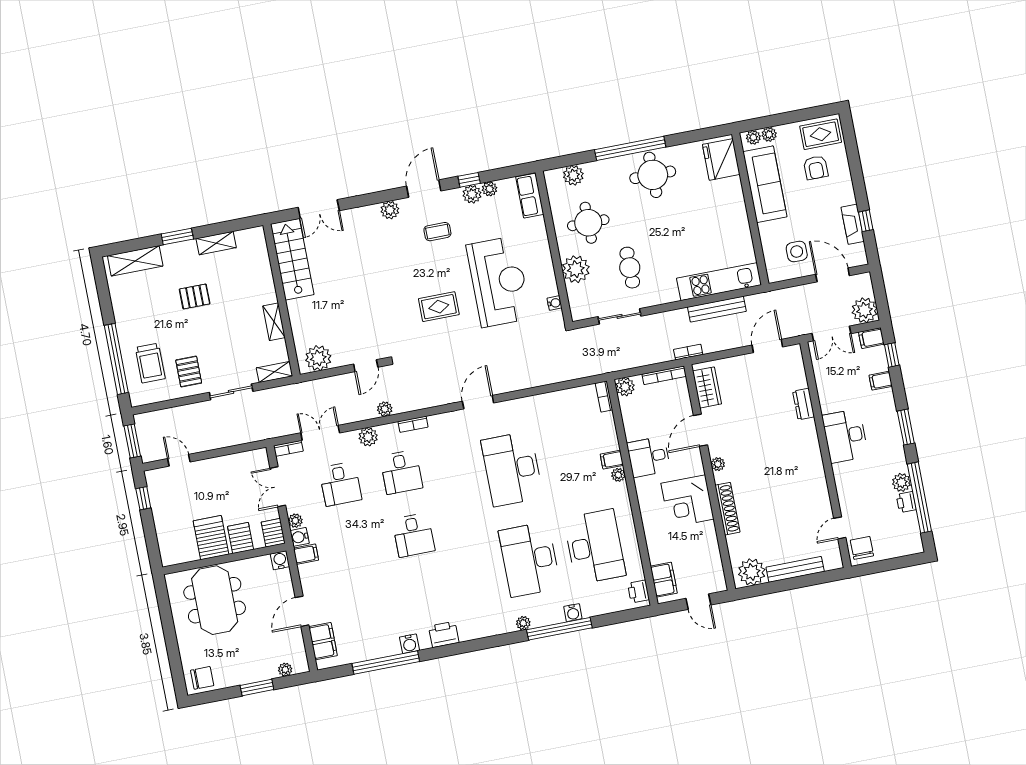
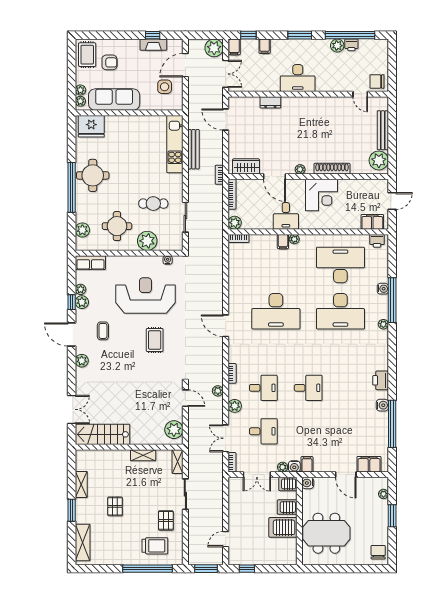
pallet: (189, 372) -> (166, 520), turned 90

